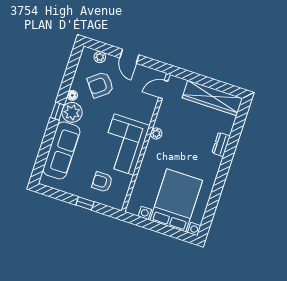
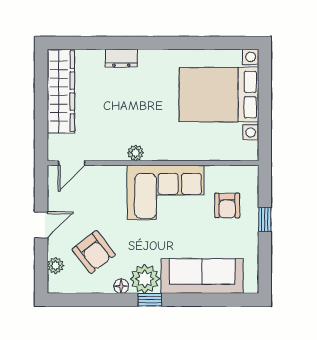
door: (163, 89) -> (71, 163), hinge flipped

